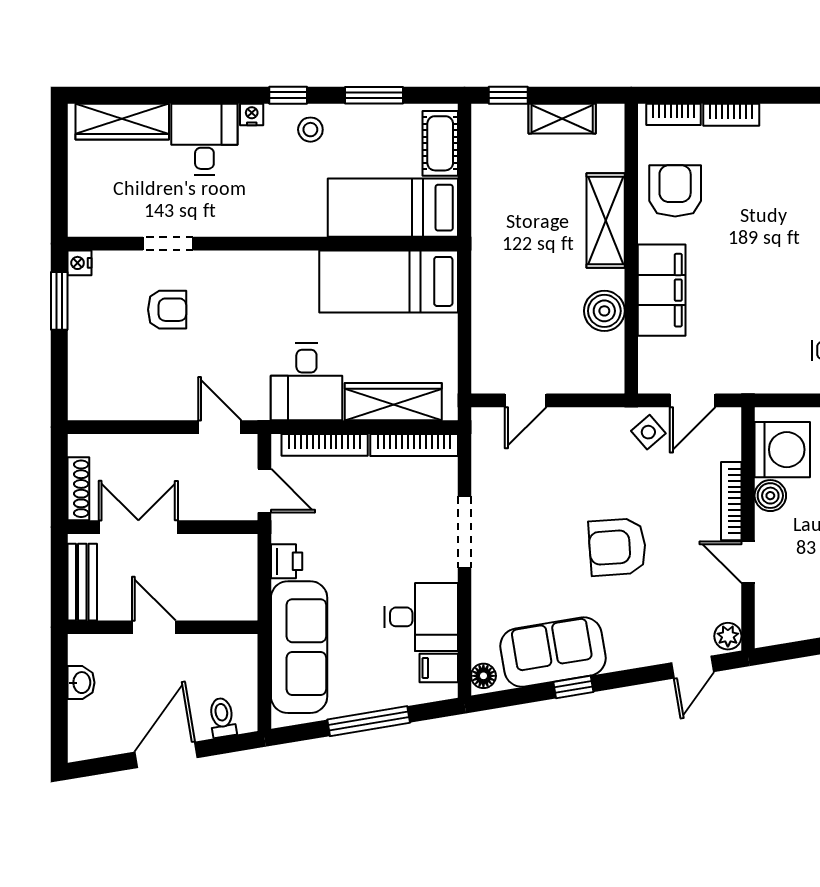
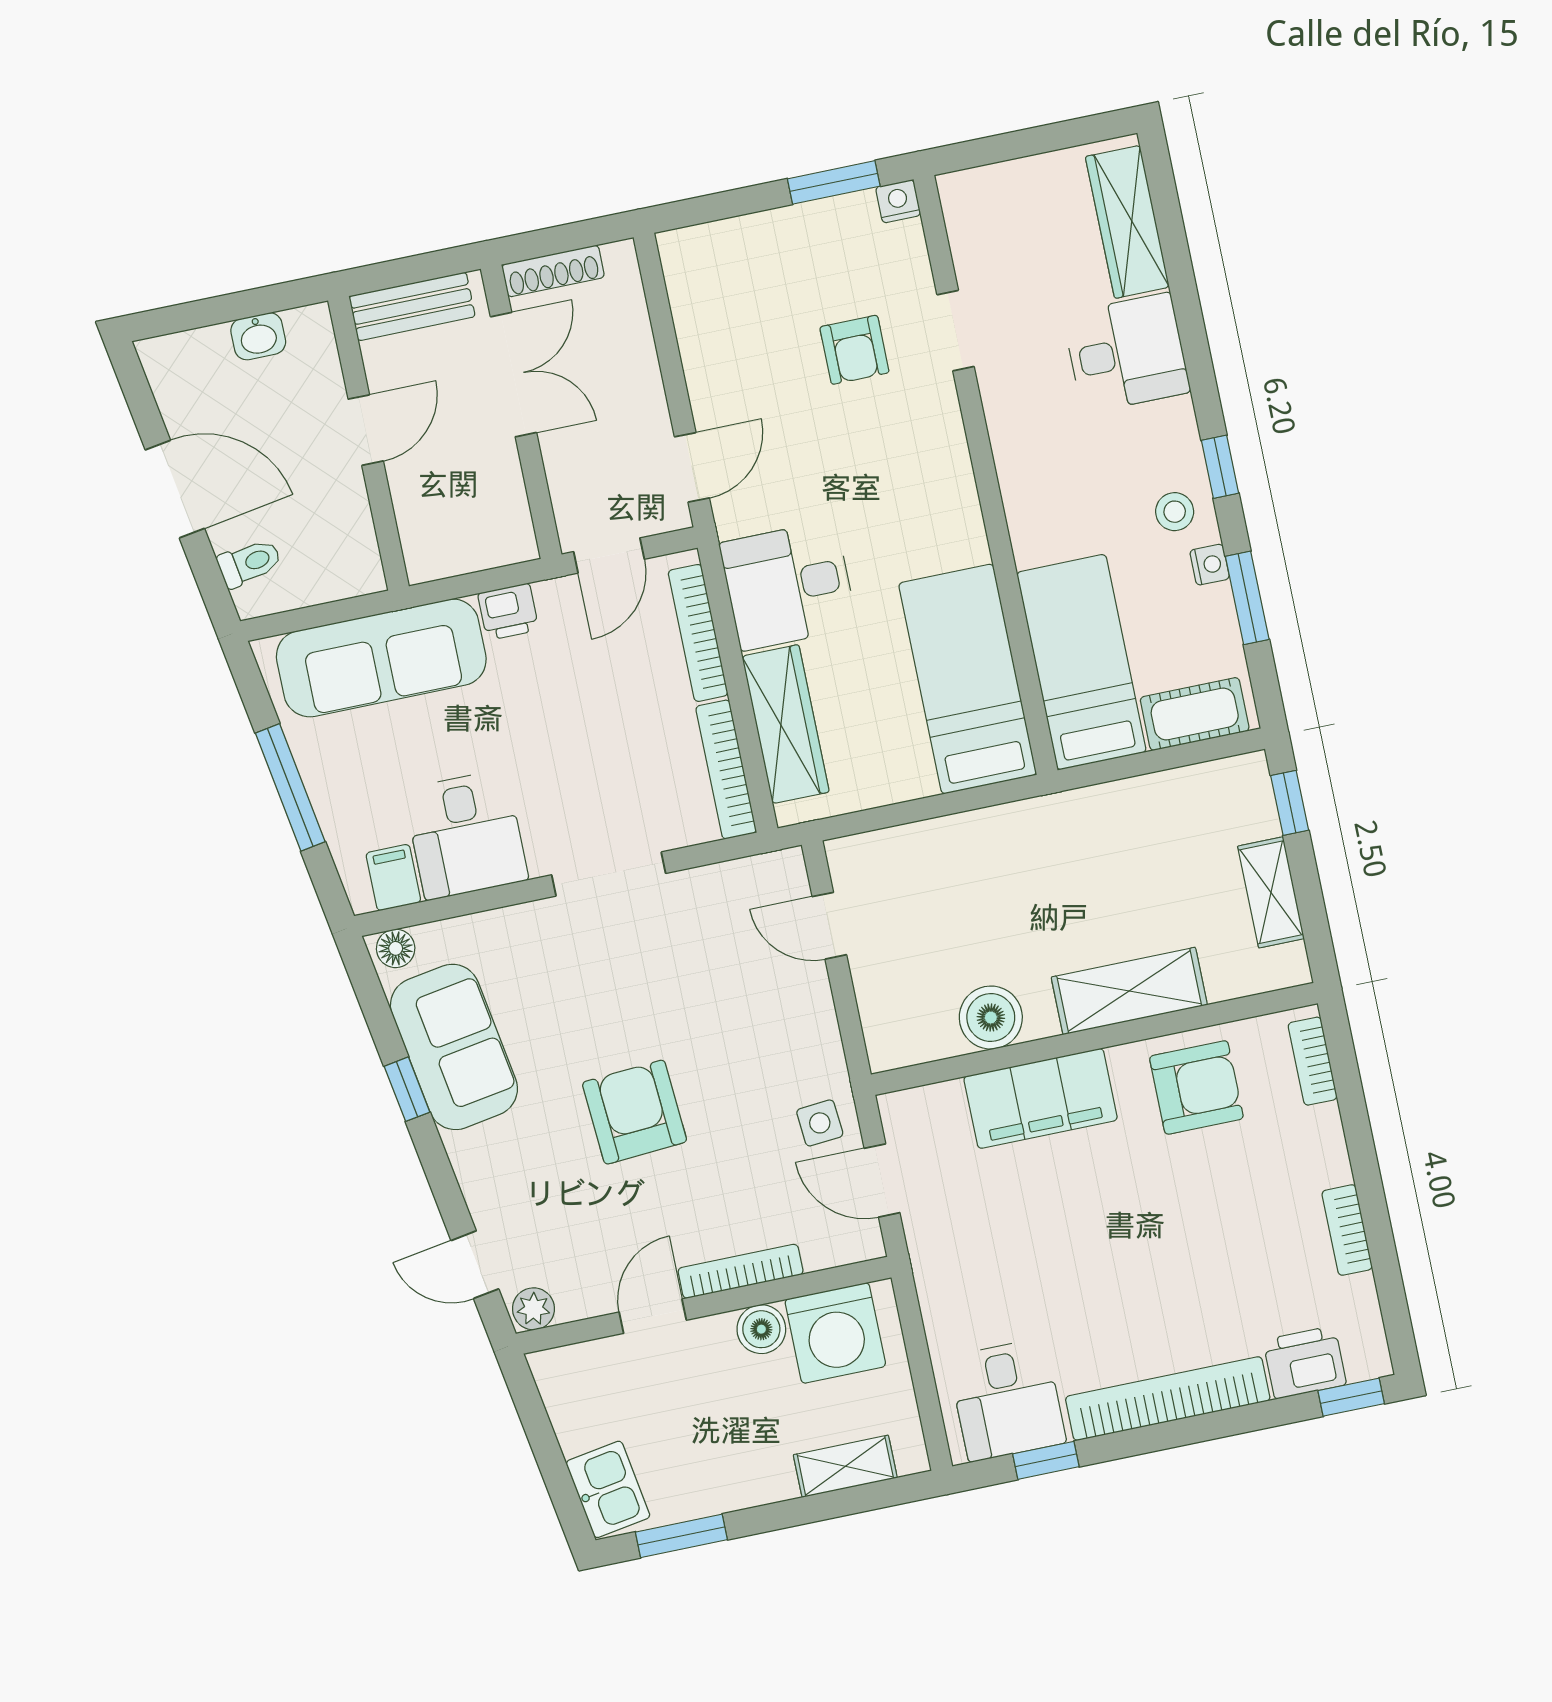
nightstand: (252, 114) -> (1210, 565), moved
bookcase: (731, 115) -> (1347, 1230), moved
side table: (648, 432) -> (820, 1123), turned 36

